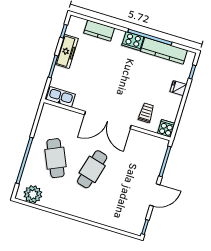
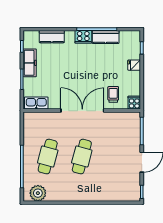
kitchen counter: (164, 51) -> (106, 37), width x0.67
double door: (108, 120) -> (82, 111), swing flipped
cafe table: (56, 158) -> (48, 157), turned 39

